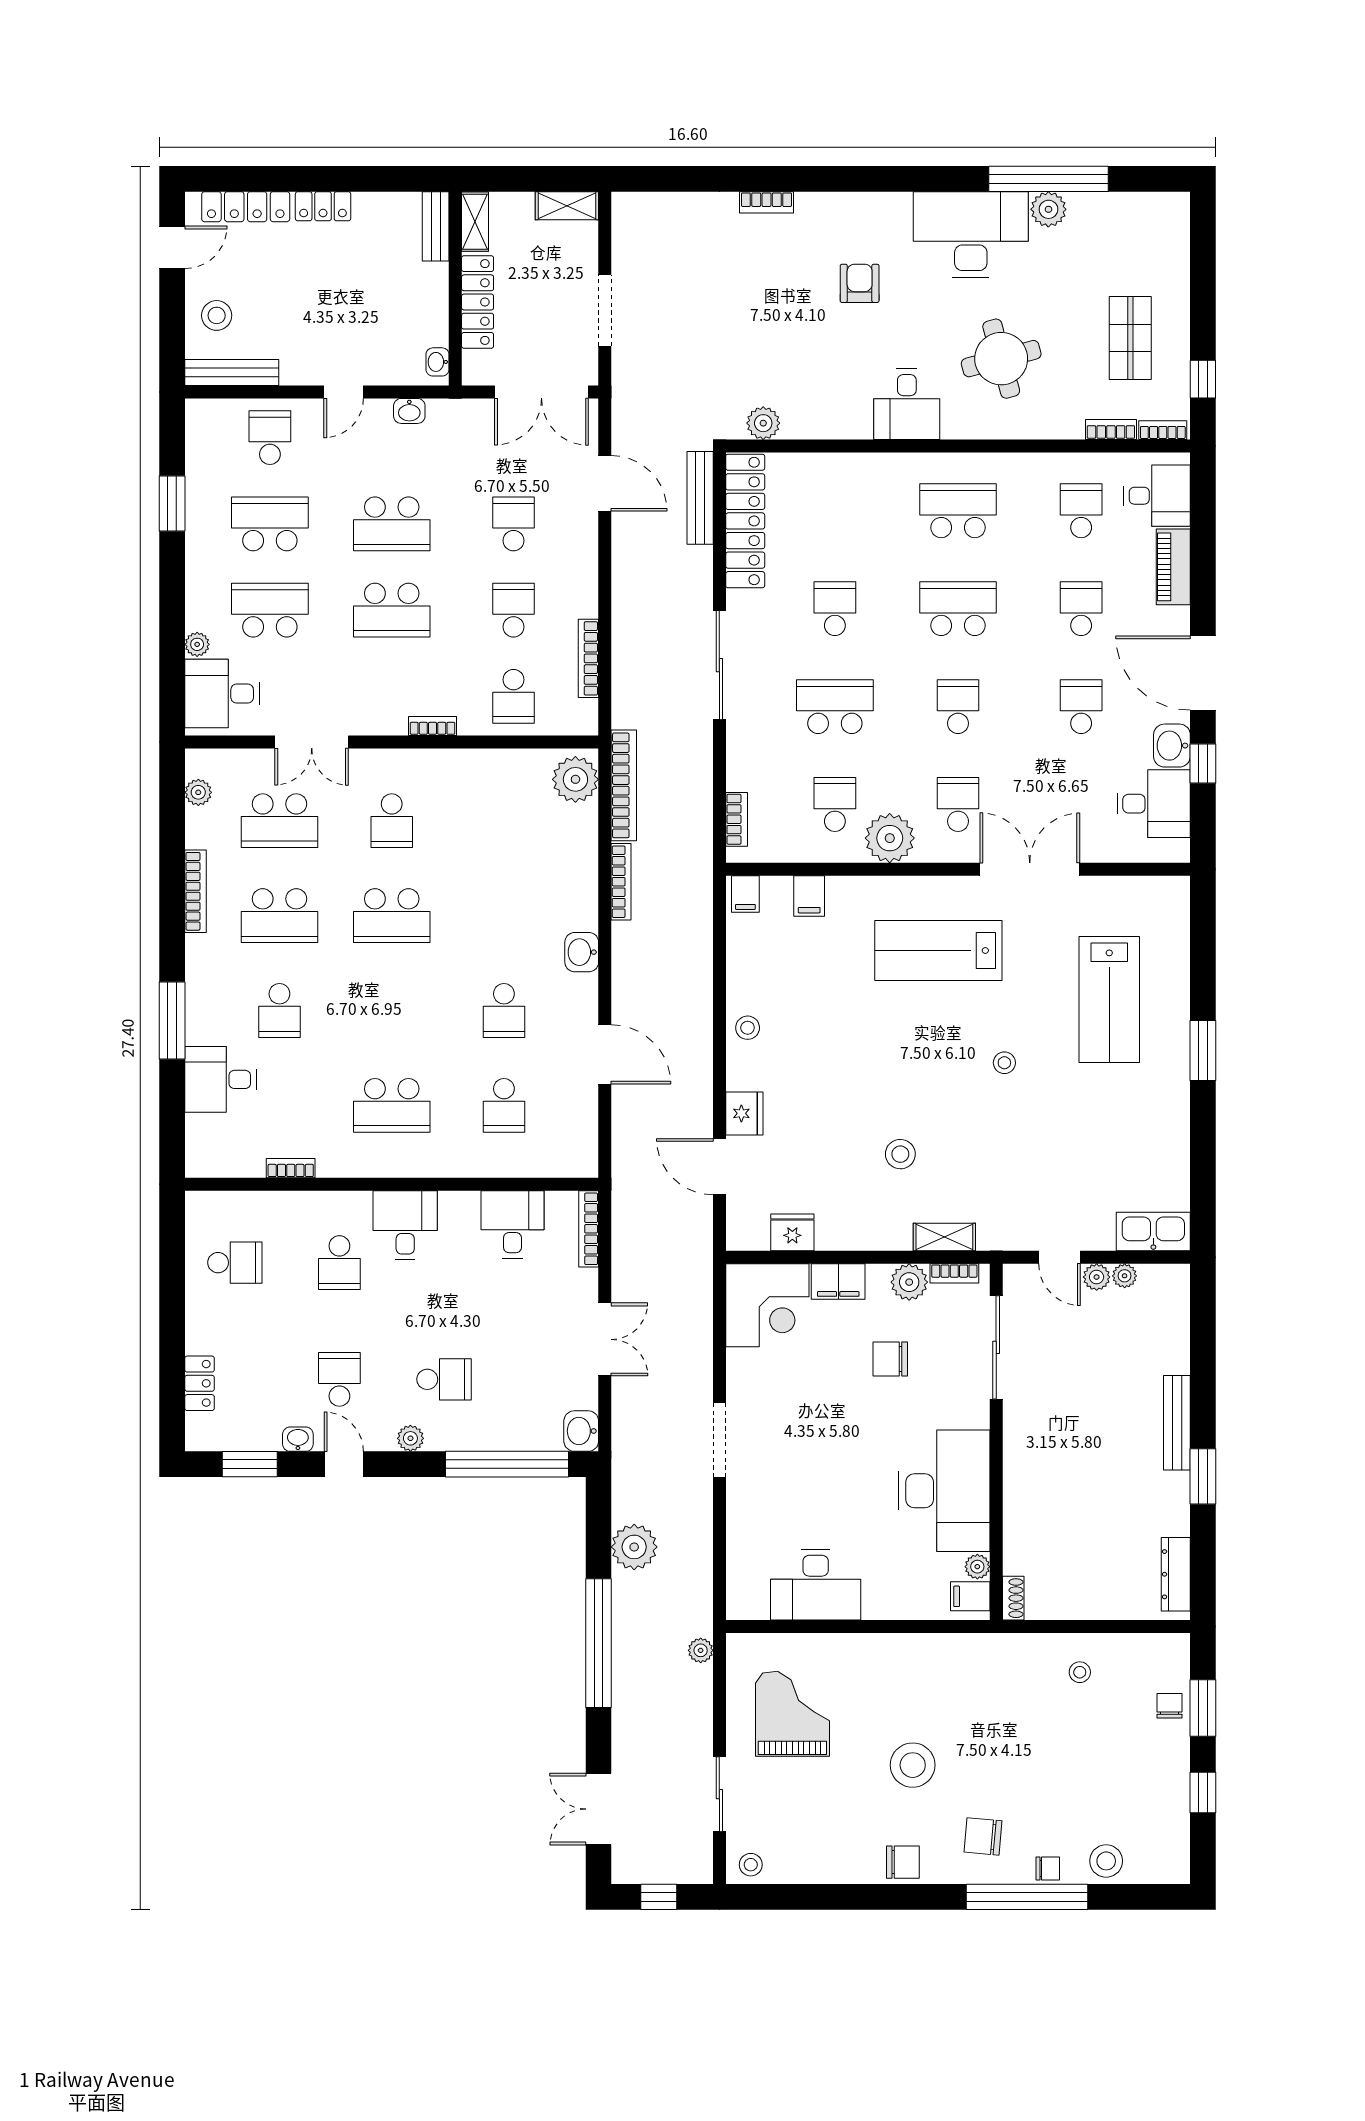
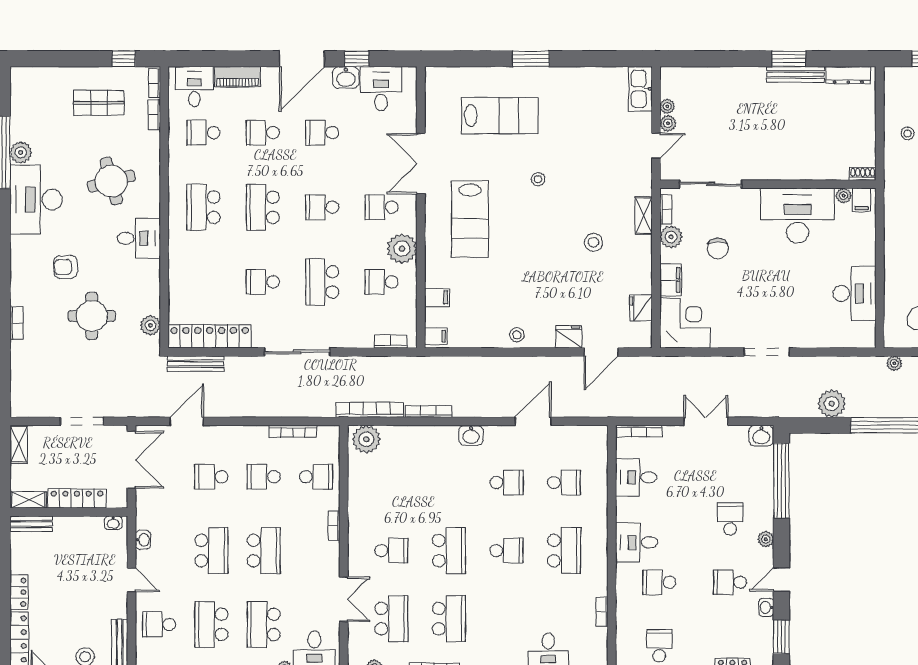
round table: (779, 326) -> (92, 316), added
school desk: (279, 1011) -> (506, 551), moved
school desk: (339, 1263) -> (659, 582), turned 180
bench: (1177, 1423) -> (796, 75), moved

